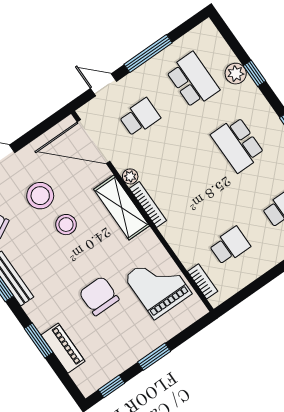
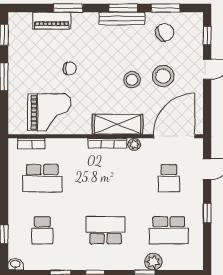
window: (148, 54) -> (207, 213), width x0.46
school desk: (230, 246) -> (42, 178), width x1.85
chair: (99, 296) -> (70, 68), width x0.54, depth x0.54

